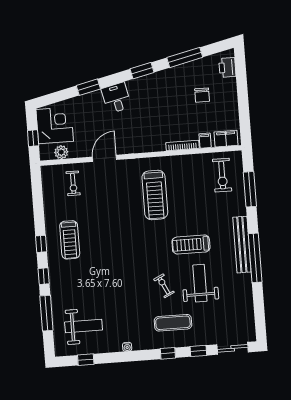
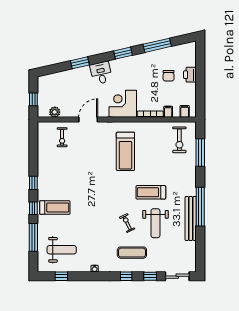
printer: (227, 67) -> (190, 75), moved
corner desk: (55, 125) -> (123, 104), moved, turned -90
filing cabinet: (226, 139) -> (185, 111), width x0.50
treadmill: (70, 240) -> (55, 208), moved, turned -90
bench: (242, 245) -> (191, 218), moved
weight bench: (200, 283) -> (155, 223), turned 180

